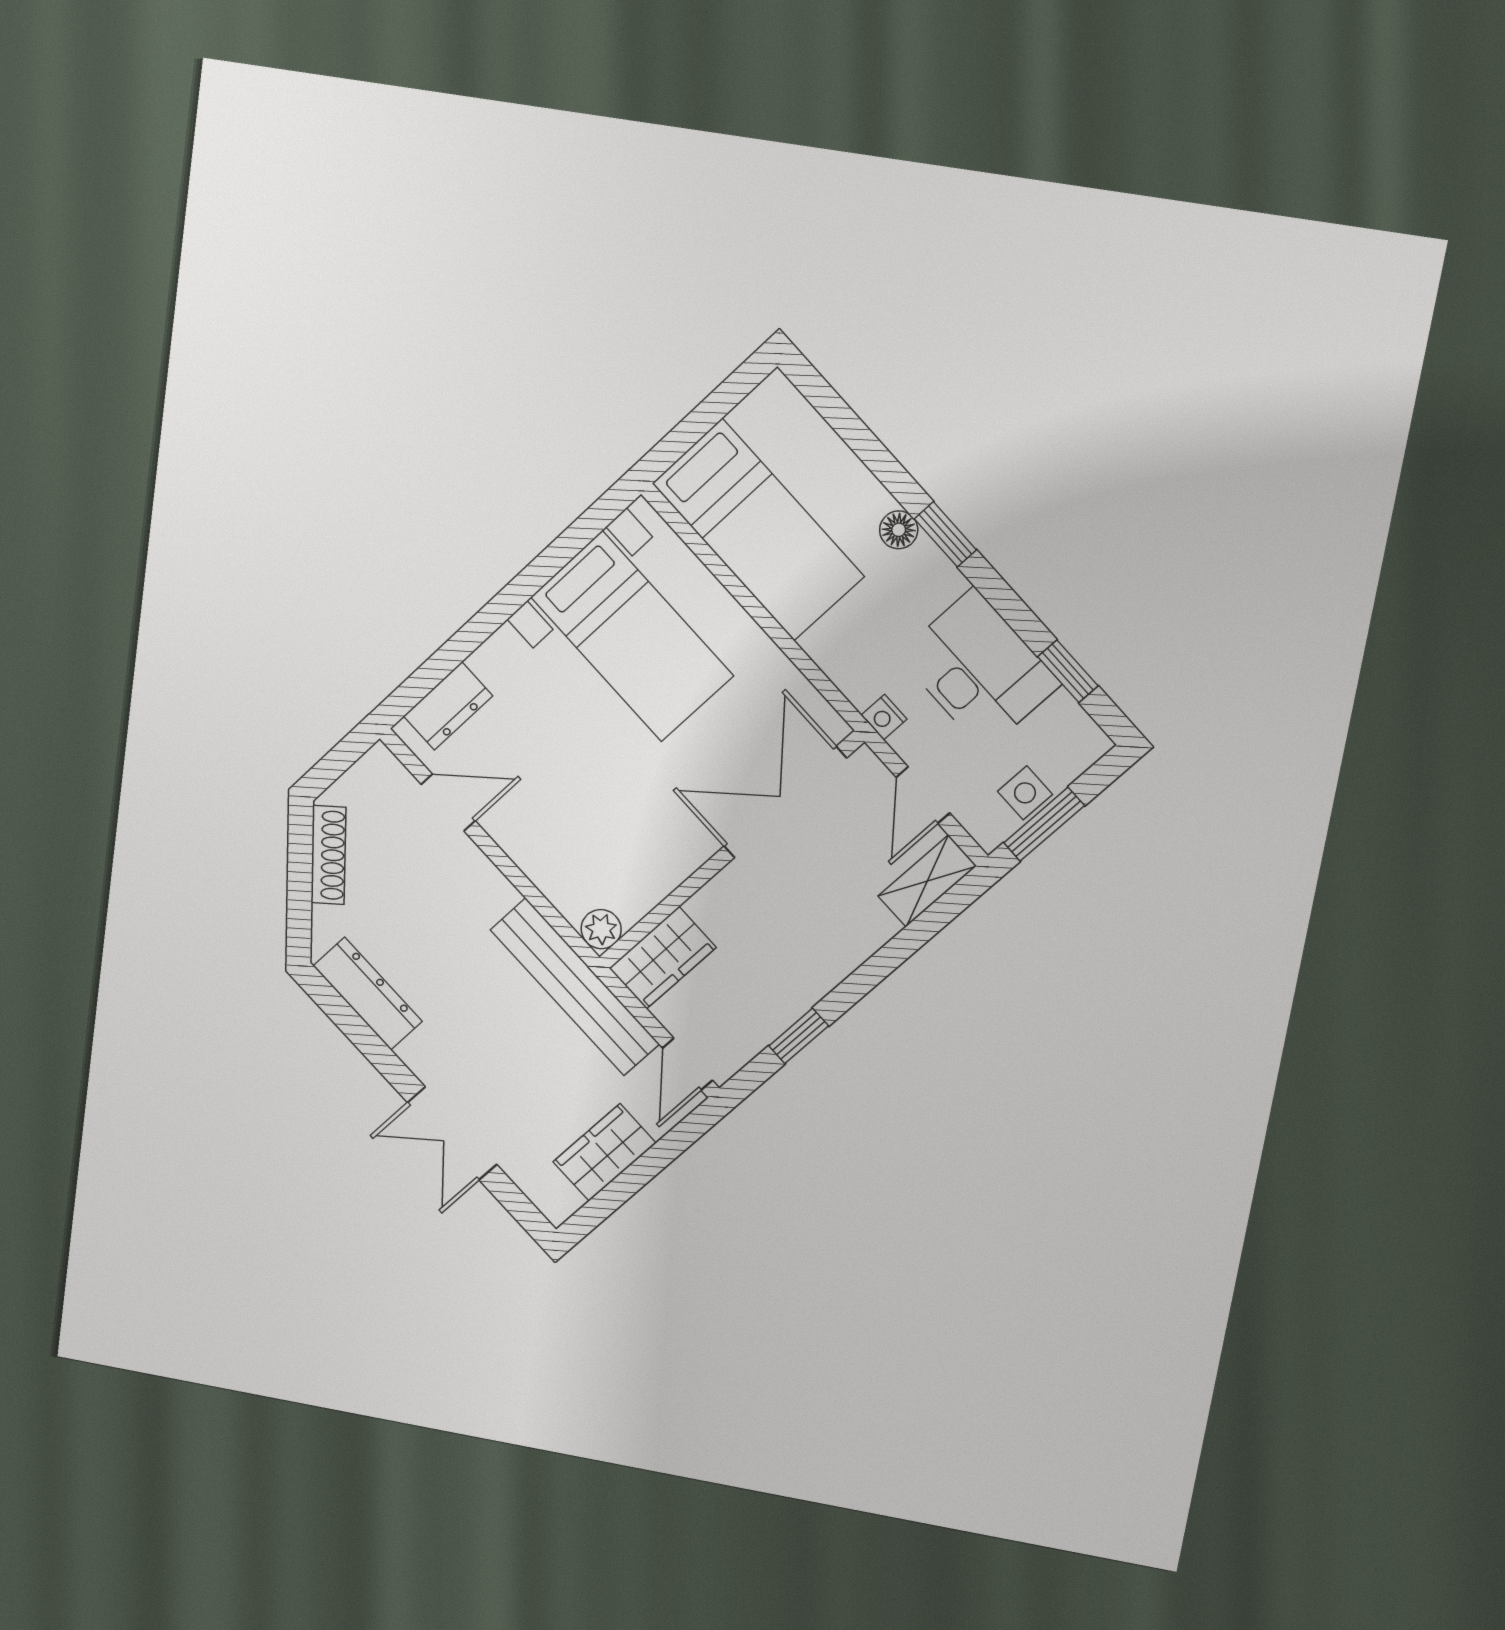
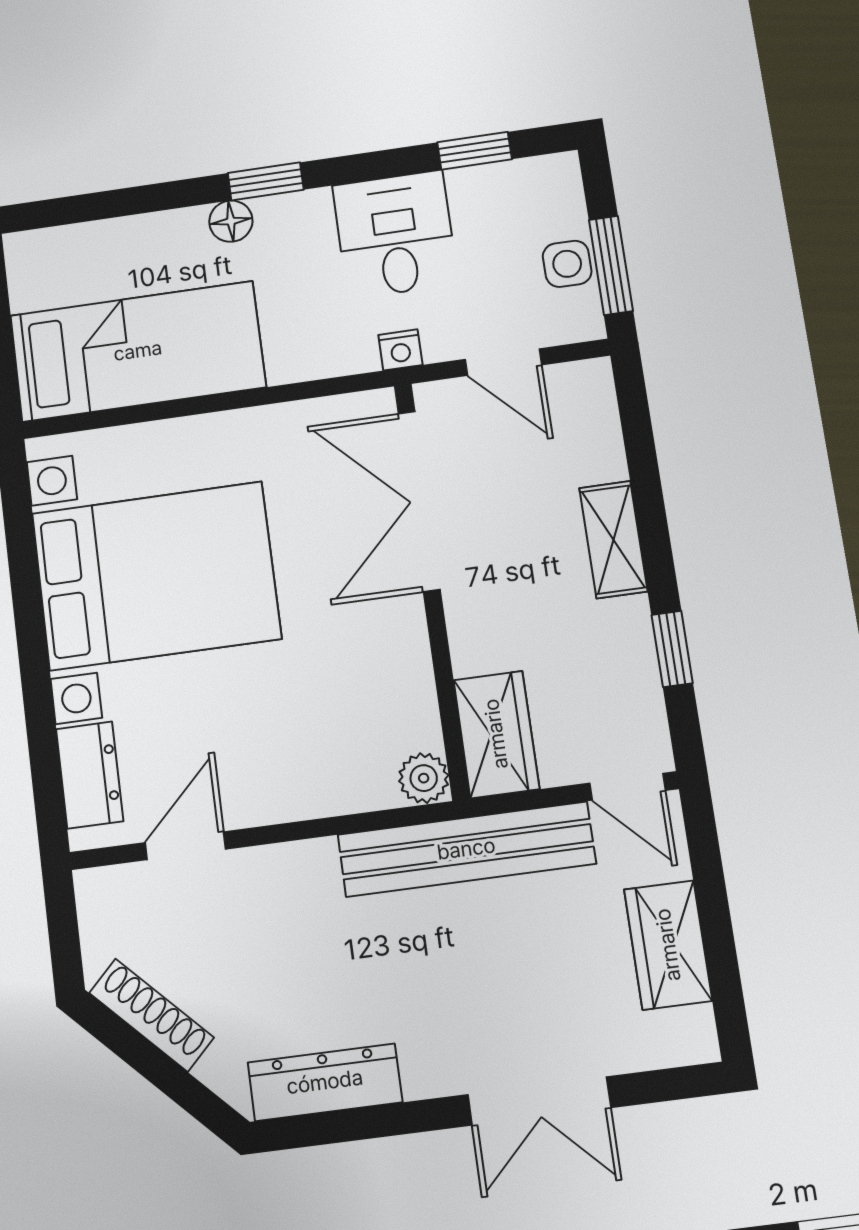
bed with nightstands: (632, 636) -> (156, 576), width x1.36
desk: (979, 670) -> (395, 234), width x0.73
shelving: (927, 881) -> (613, 540), moved

